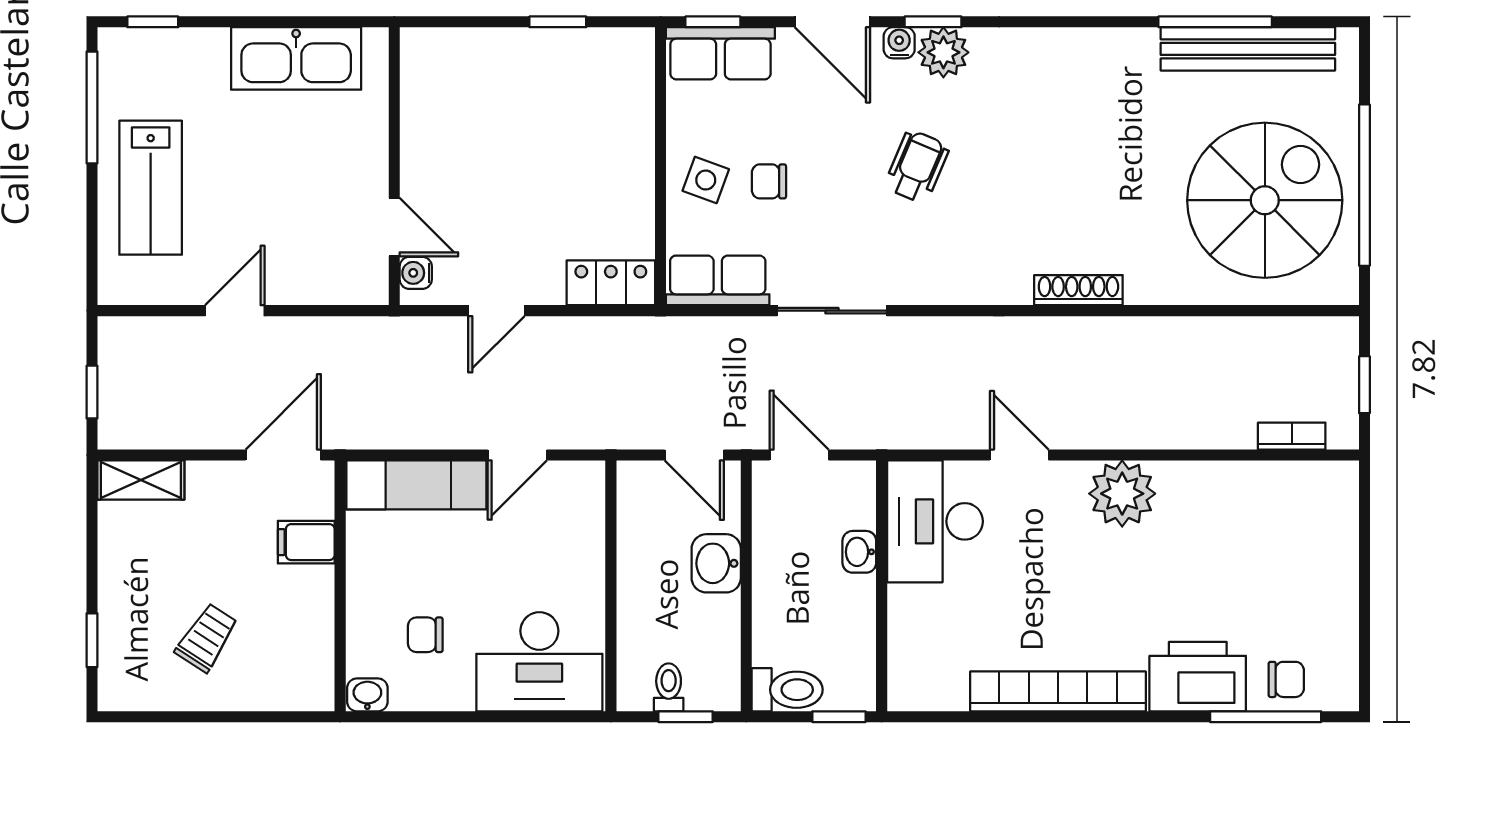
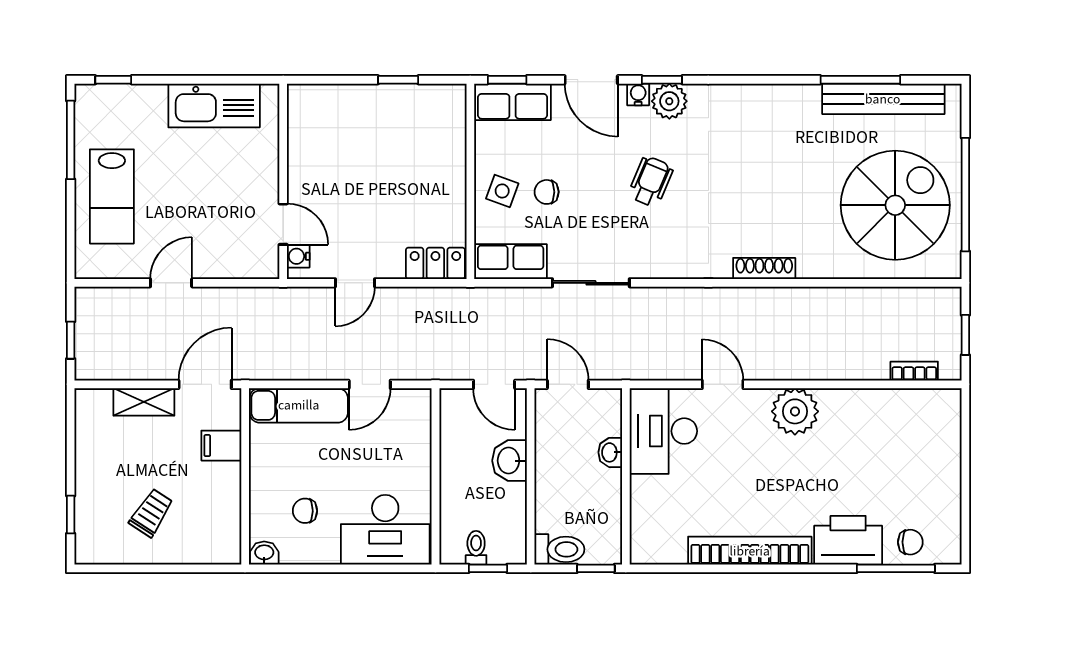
shelving: (141, 480) -> (144, 402), moved

